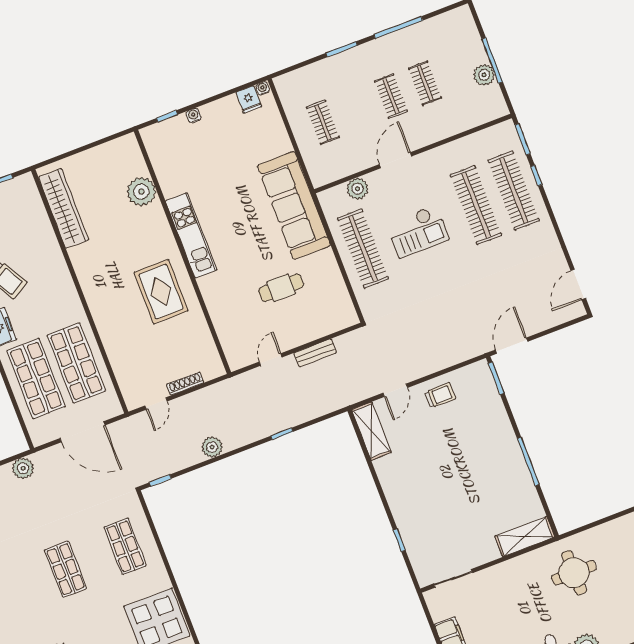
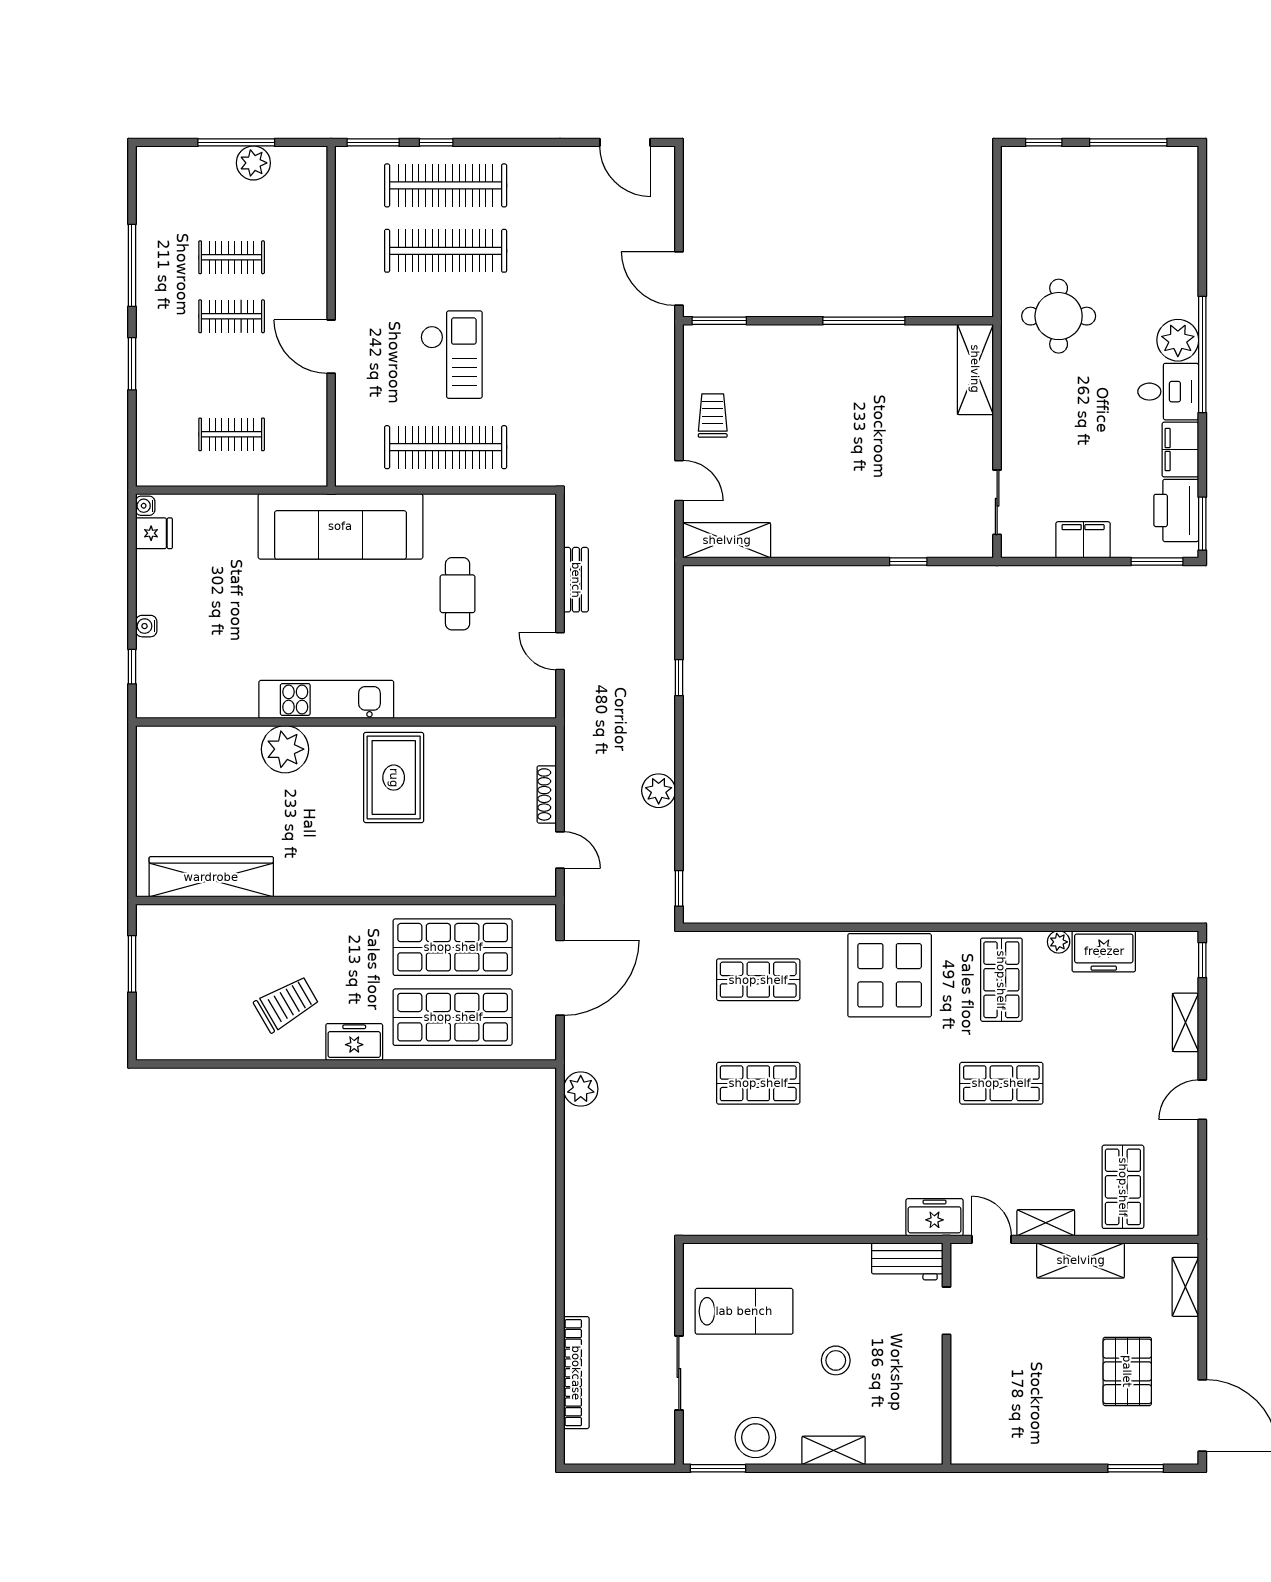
plant: (357, 189) -> (352, 421), removed
plant: (141, 192) -> (285, 749), moved
rug: (161, 292) -> (394, 778), turned 90

